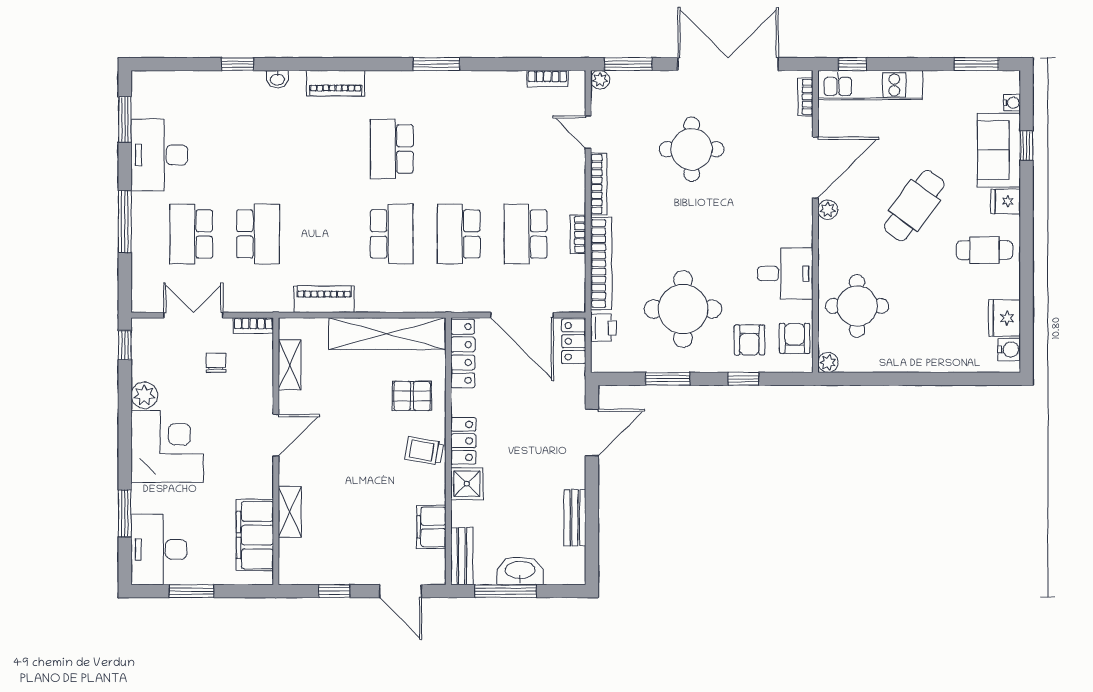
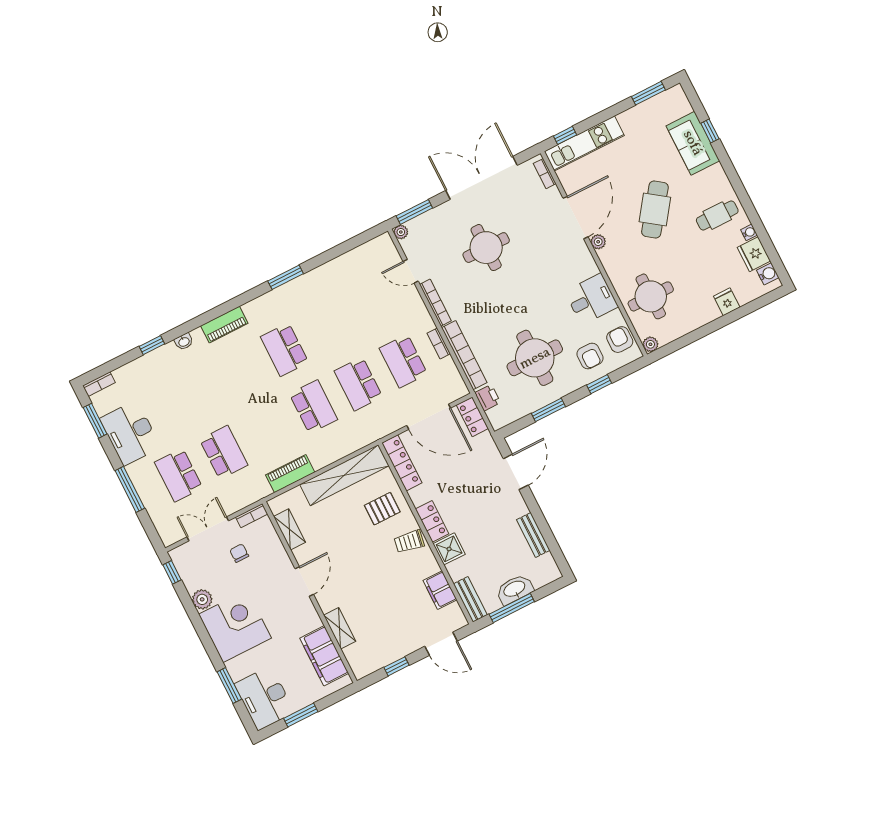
bookcase: (547, 78) -> (99, 384), moved
water cooler: (1012, 103) -> (749, 232), moved
fridge: (1006, 201) -> (727, 302), moved, turned 90

